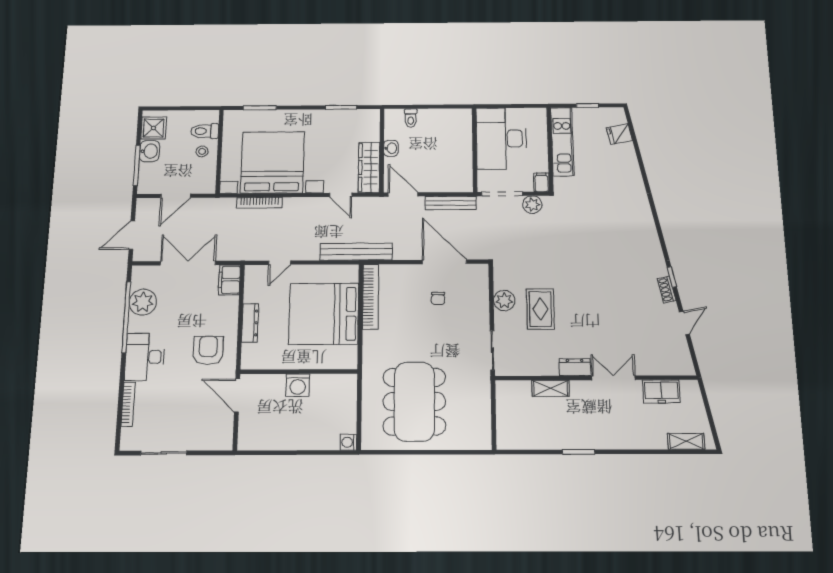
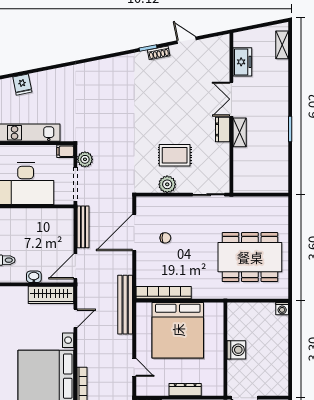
shelving: (551, 388) -> (240, 132), moved

